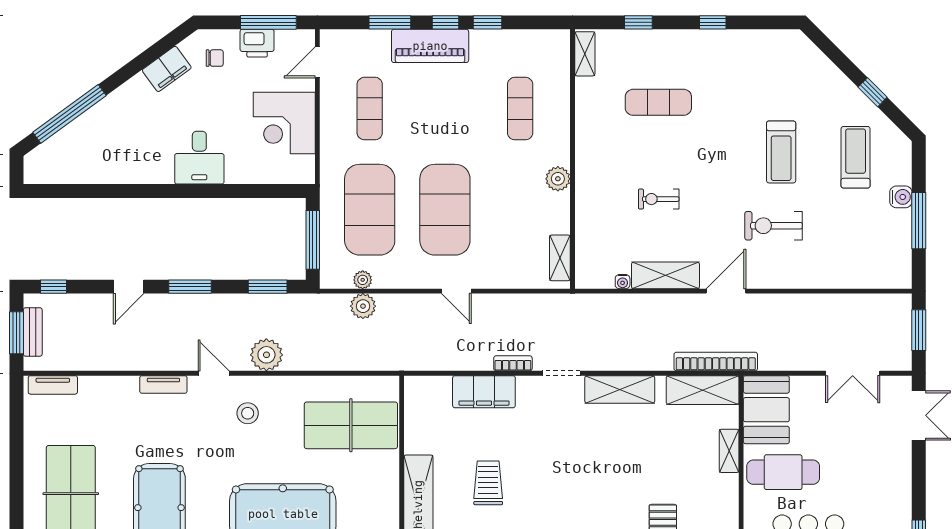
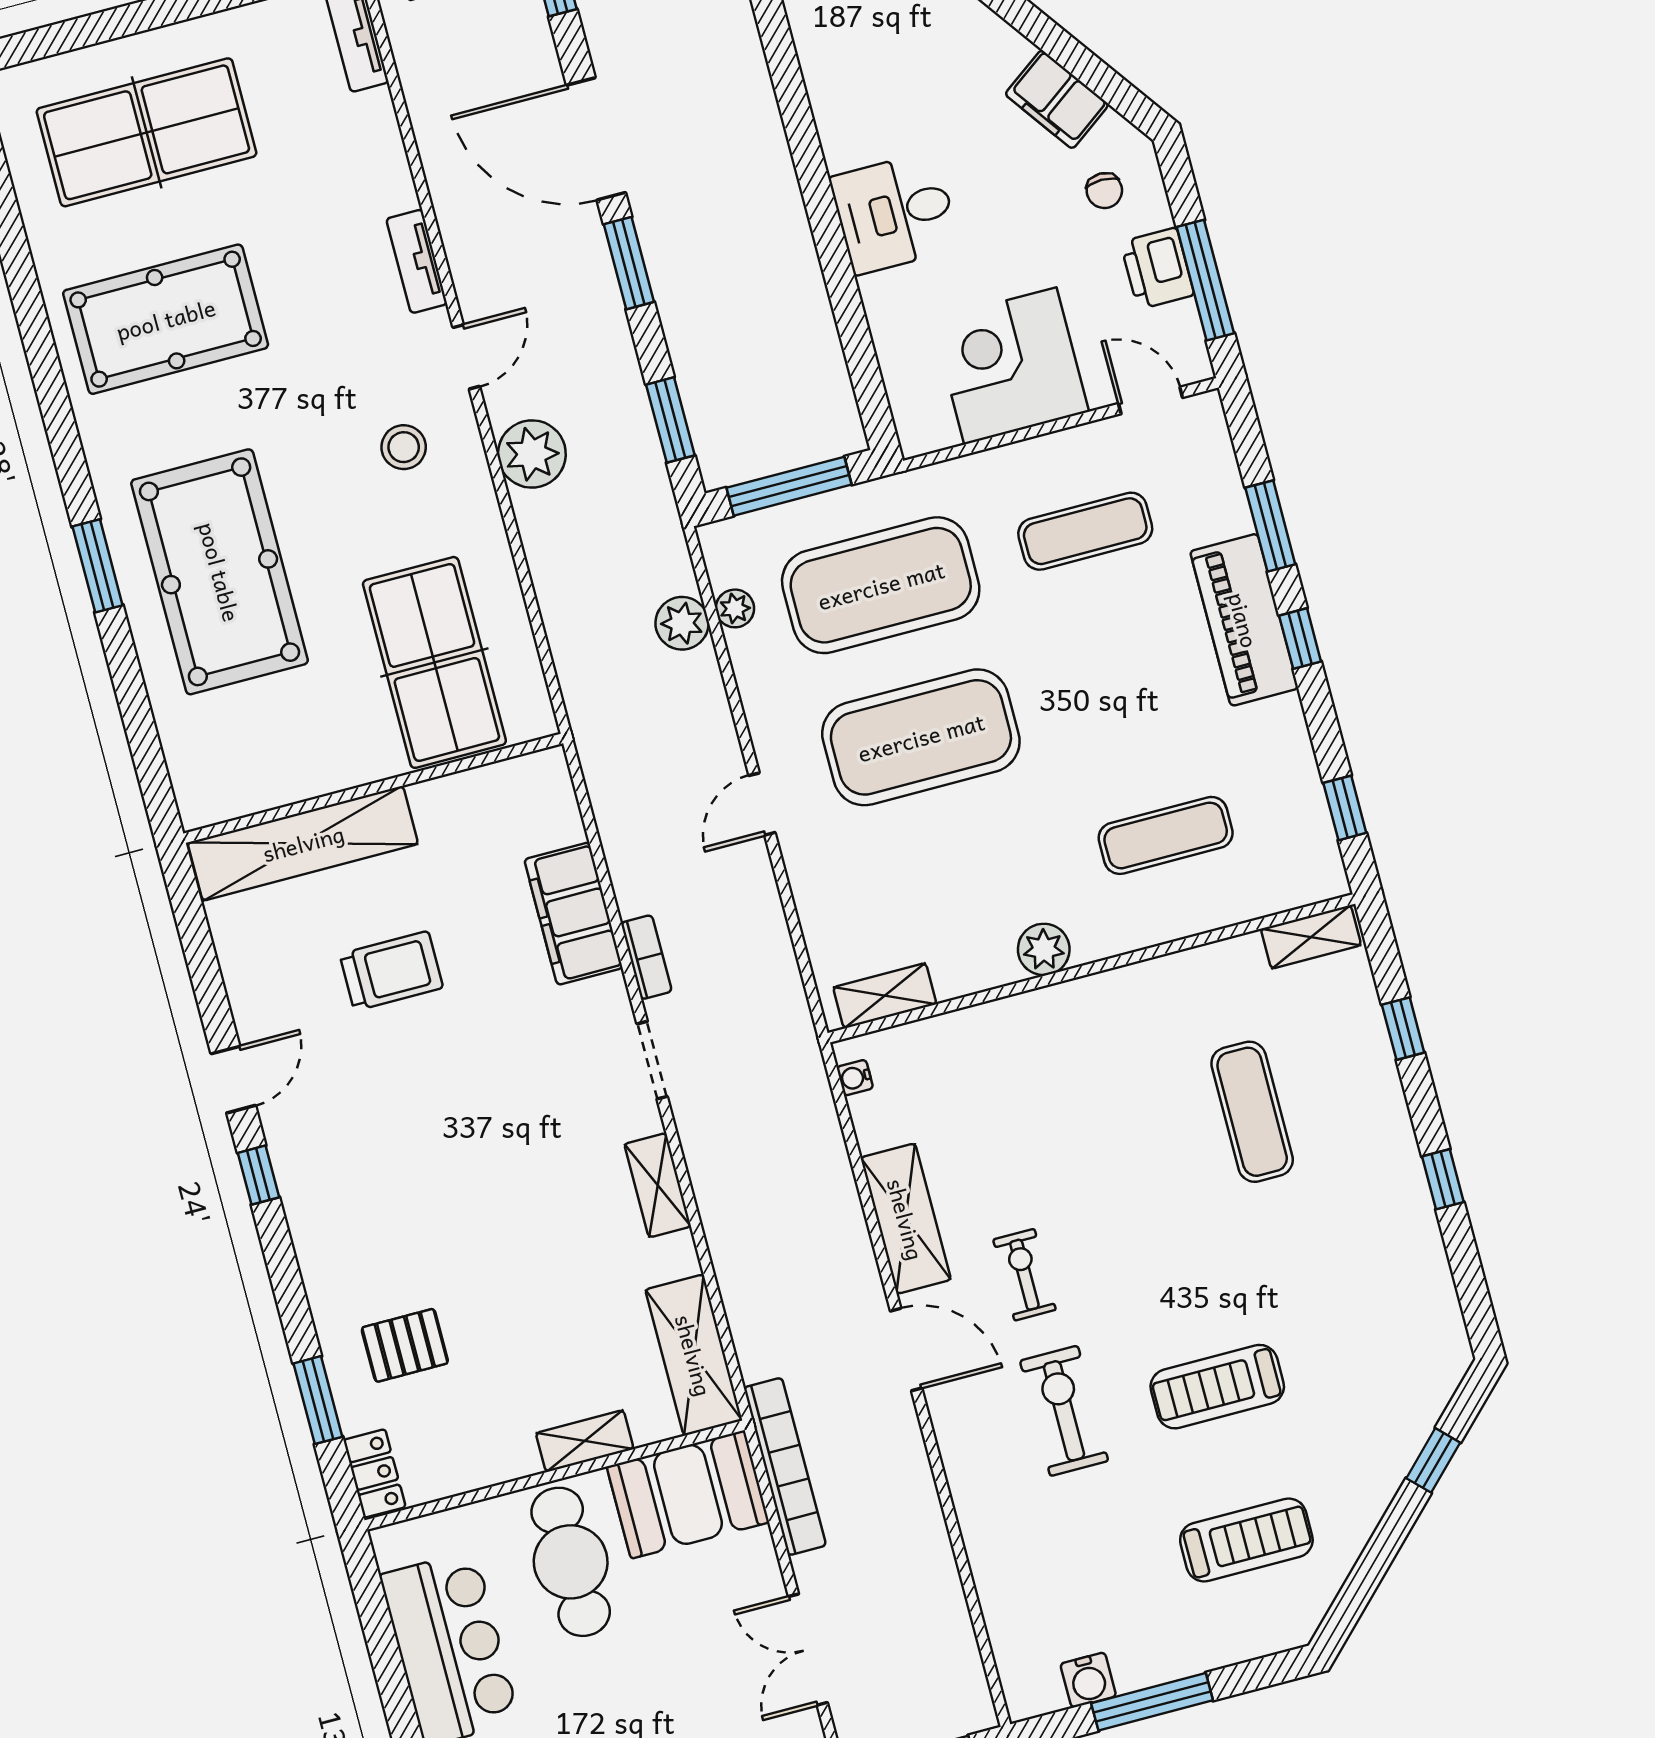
window: (487, 22) -> (1345, 808), moved
window: (873, 92) -> (1433, 1460), moved
water cooler: (901, 197) -> (1088, 1680), moved
exercise bike: (659, 199) -> (1024, 1275), moved
water cooler: (623, 282) -> (855, 1078), moved
door: (129, 287) -> (596, 139), width x1.87
bookcase: (716, 362) -> (785, 1466), moved
shelving: (620, 389) -> (658, 1185), width x0.67, depth x0.75

